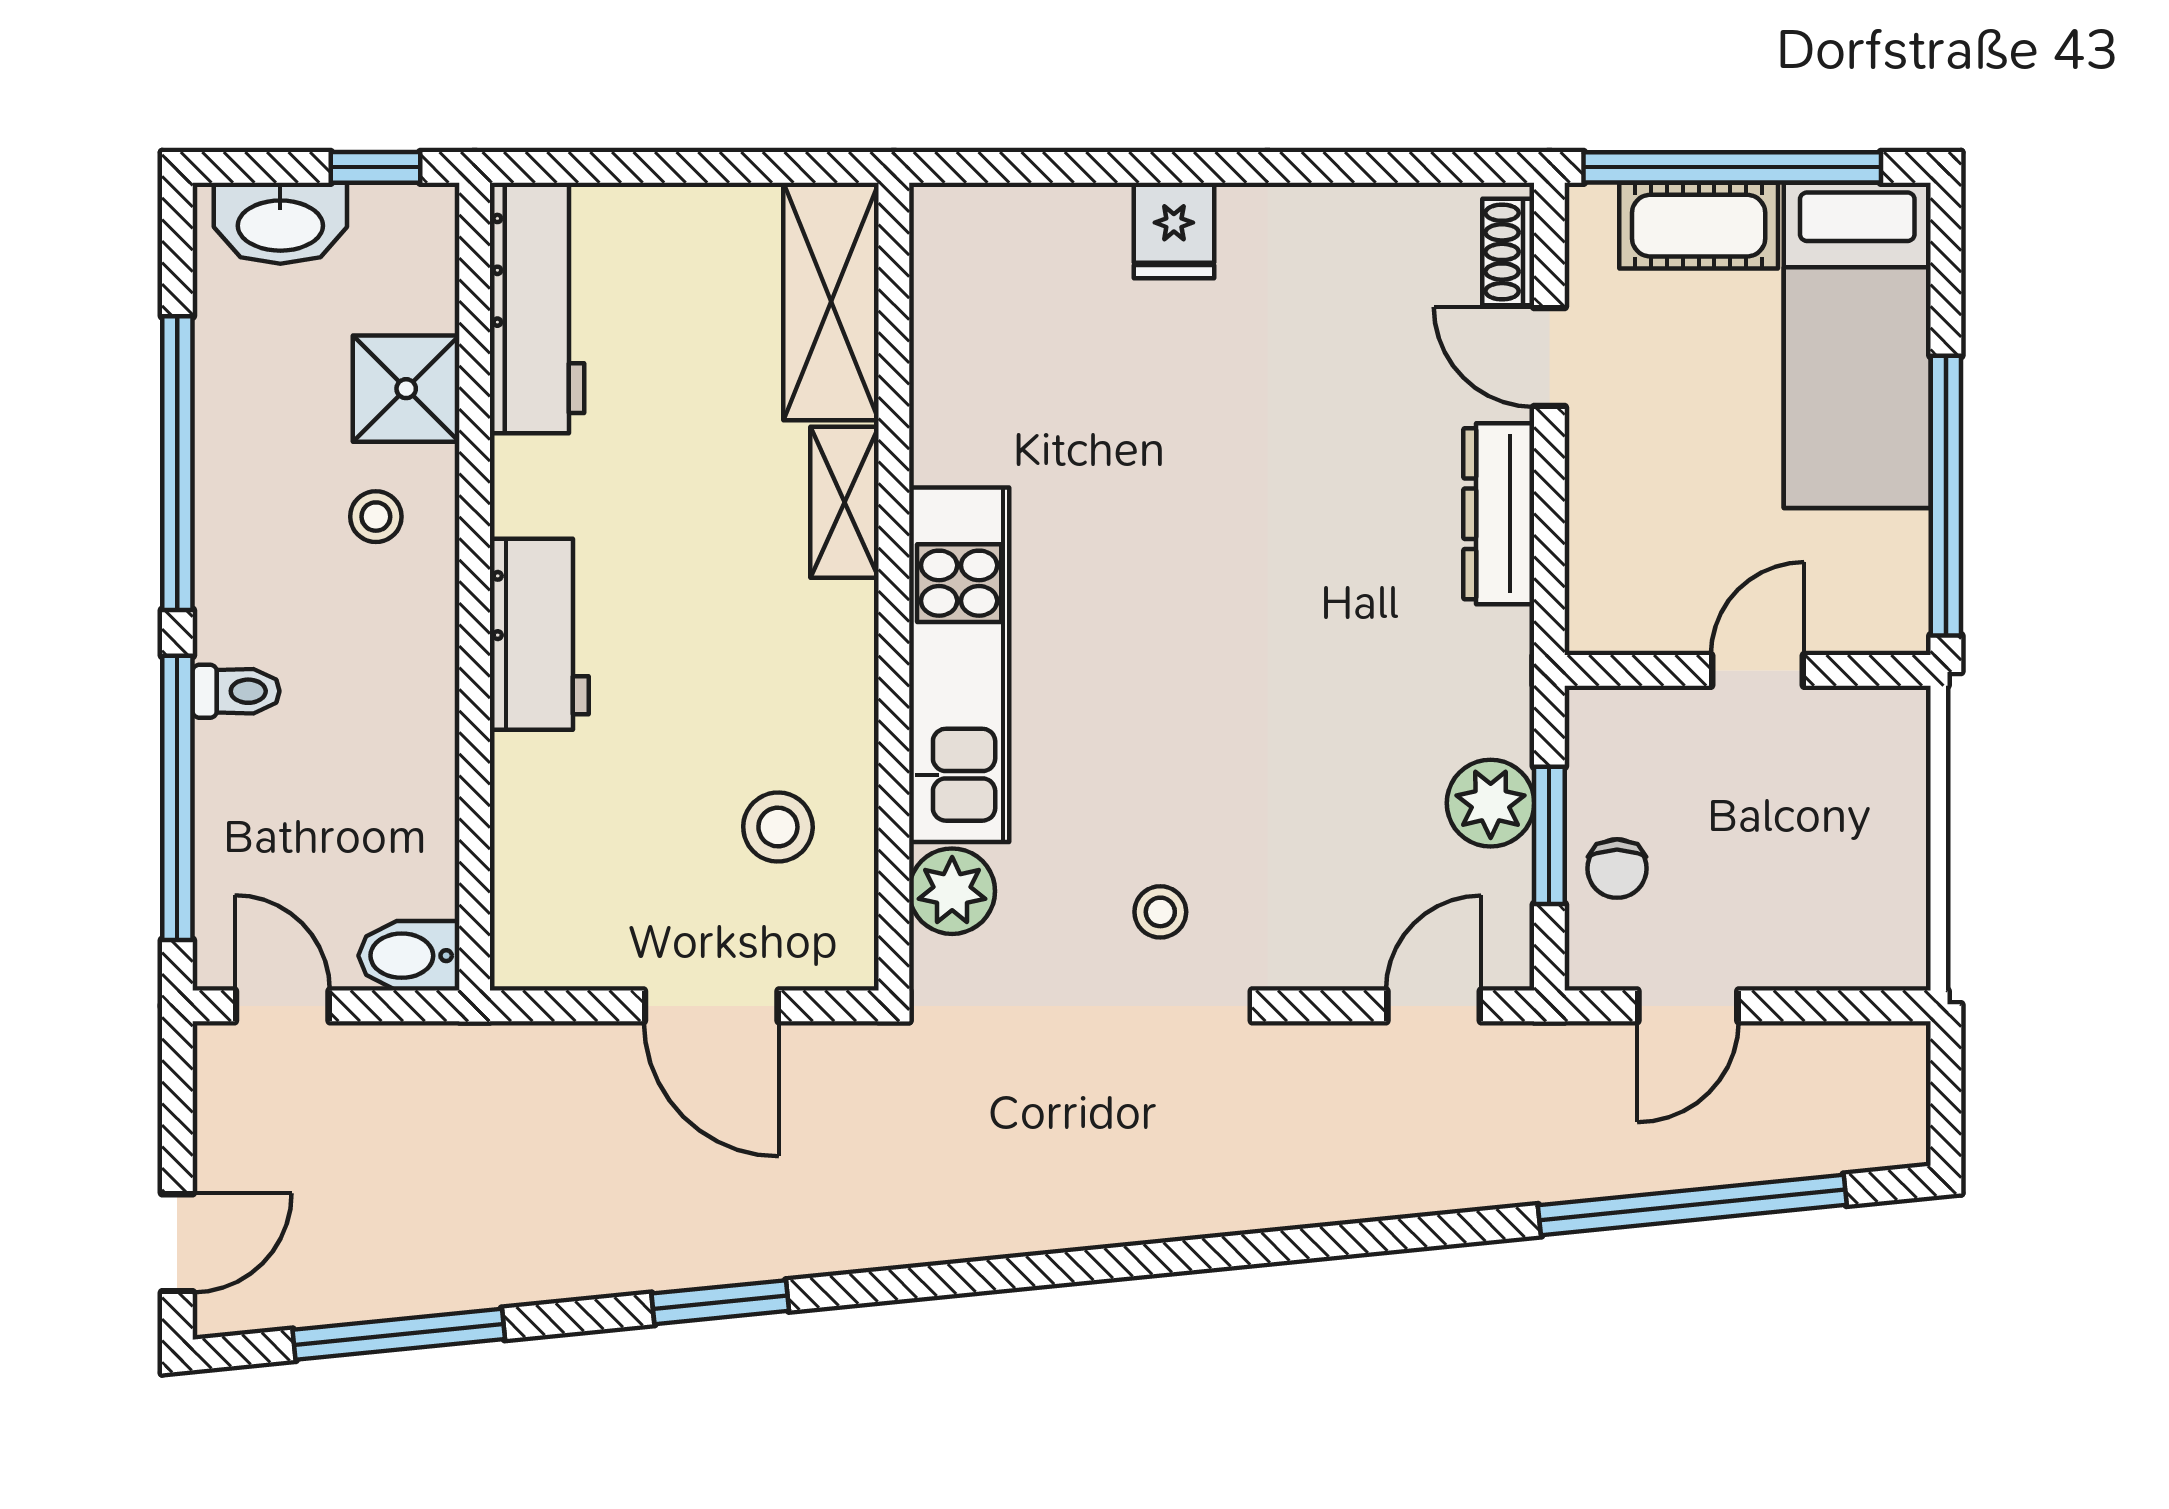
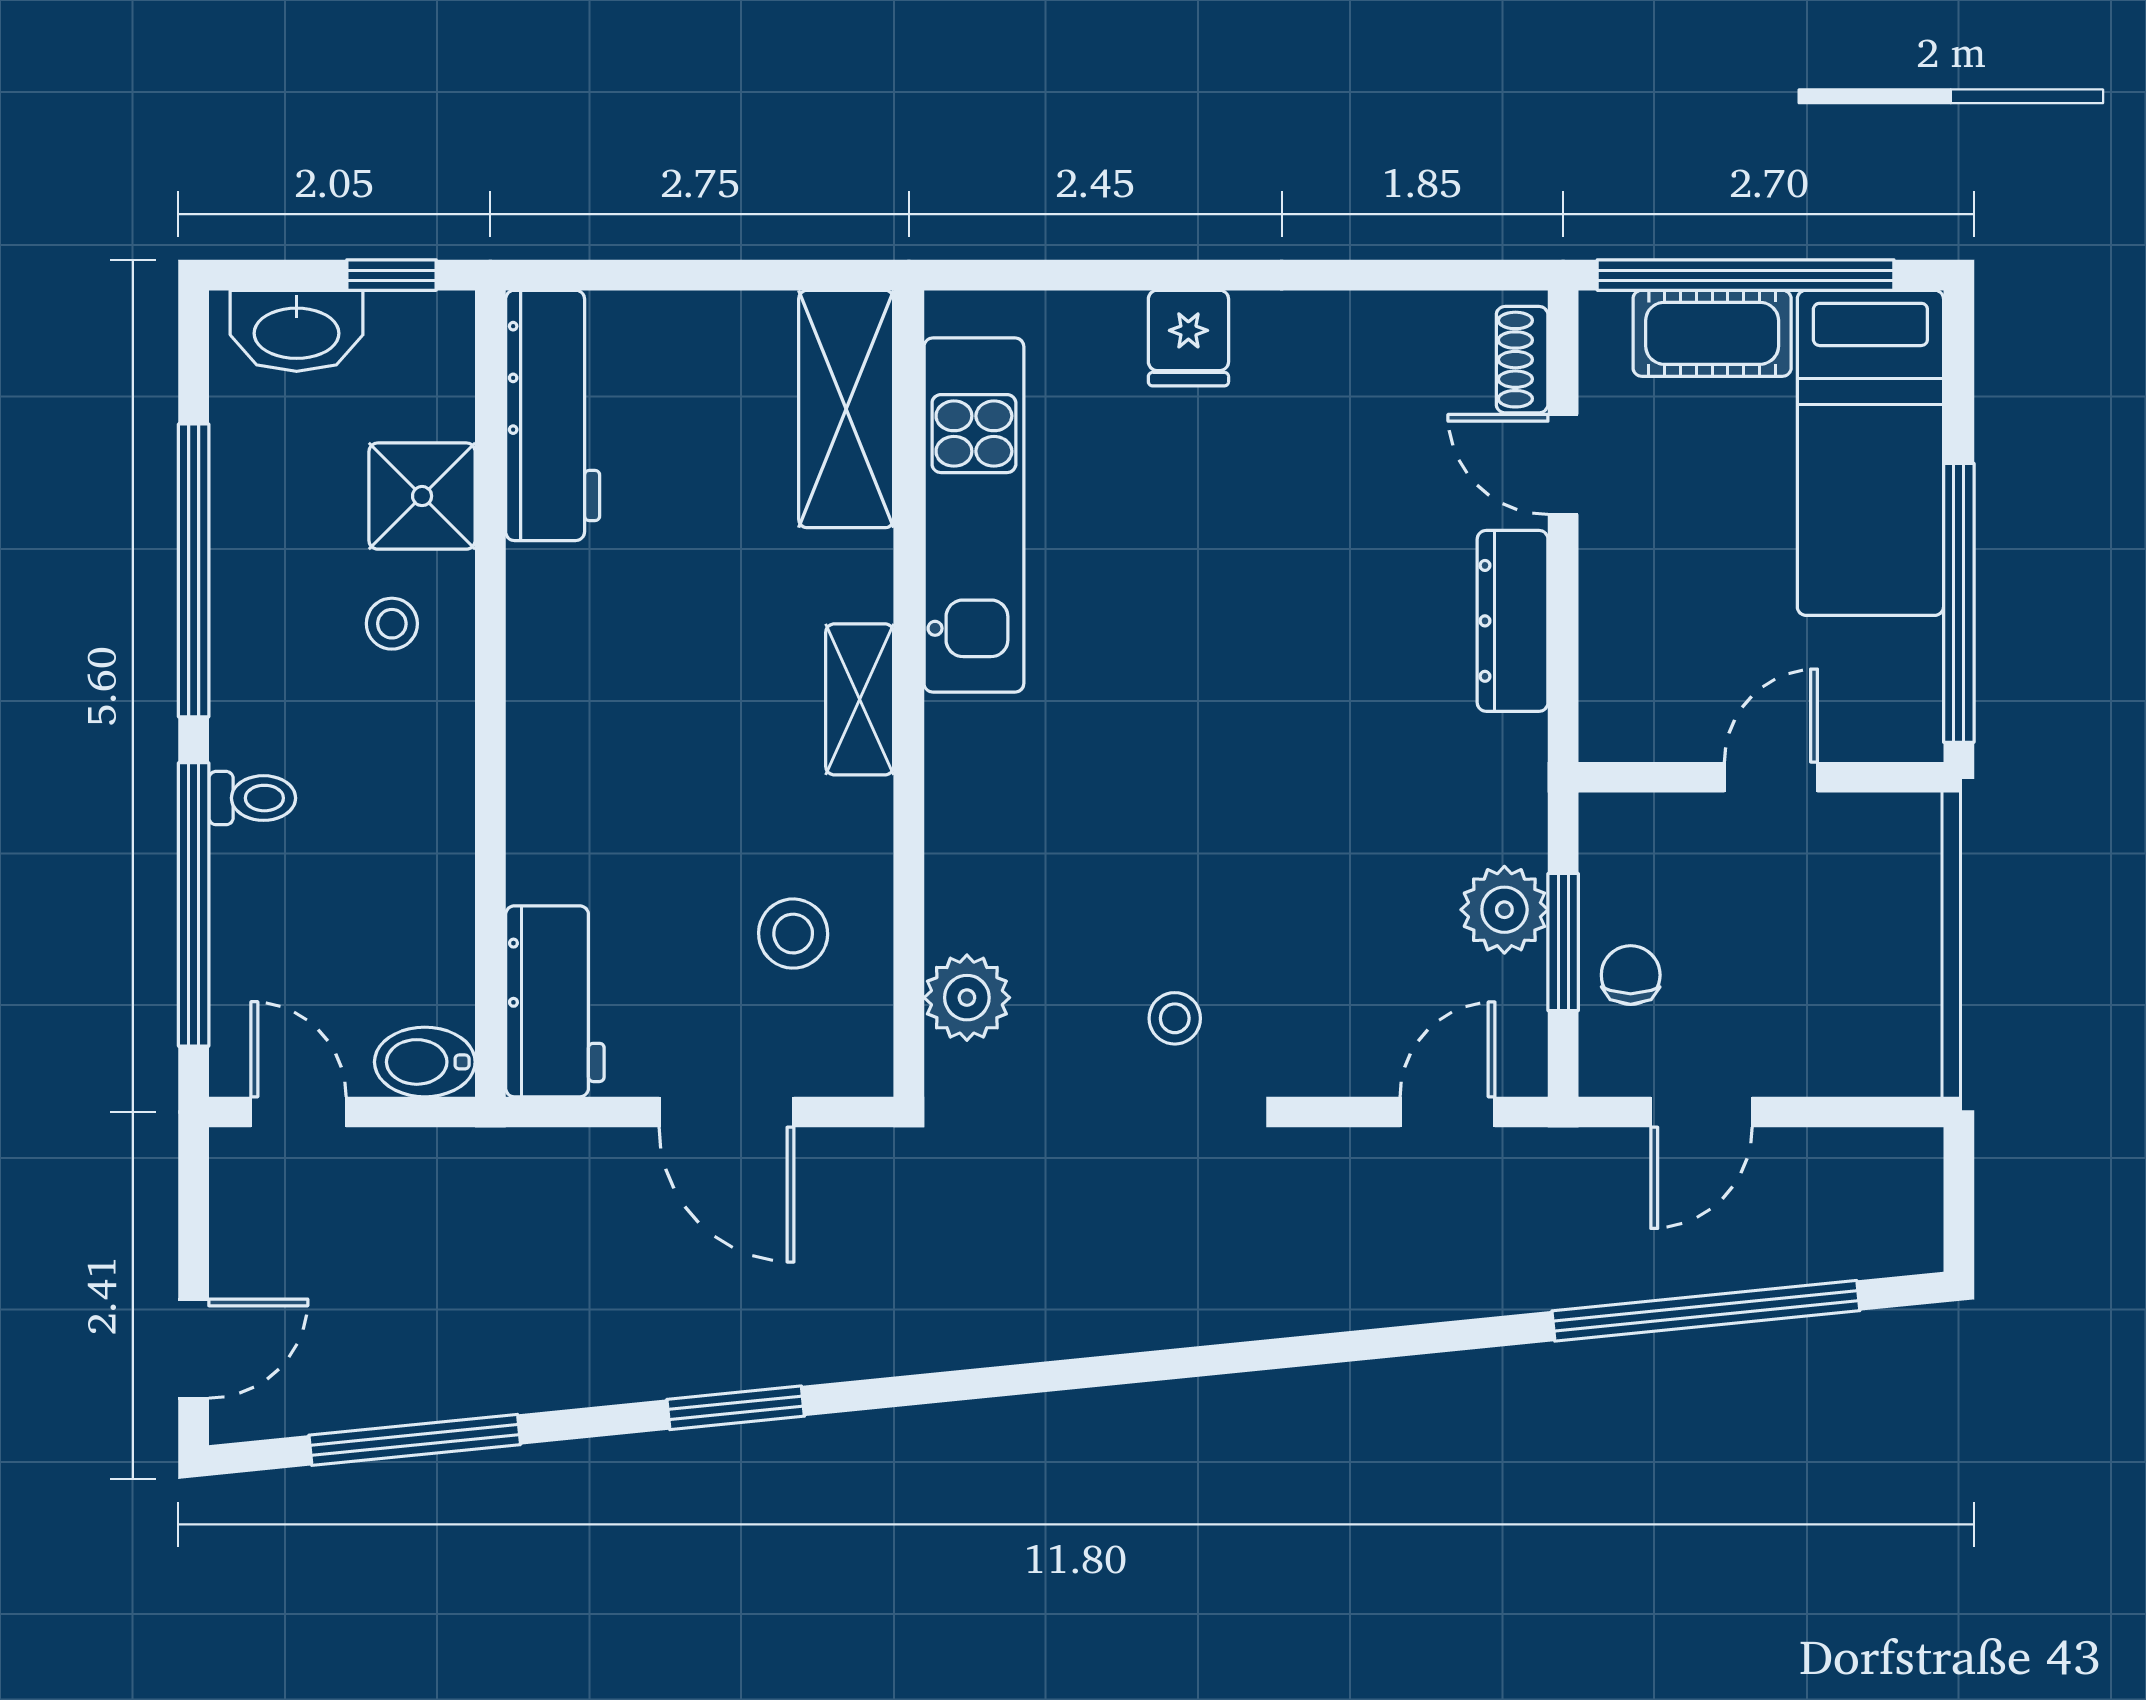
shelving: (845, 502) -> (860, 699), moved
workbench: (539, 634) -> (555, 1001), moved
kitchen unit: (959, 665) -> (974, 515), moved
chair: (1617, 869) -> (1631, 975), turned 180

